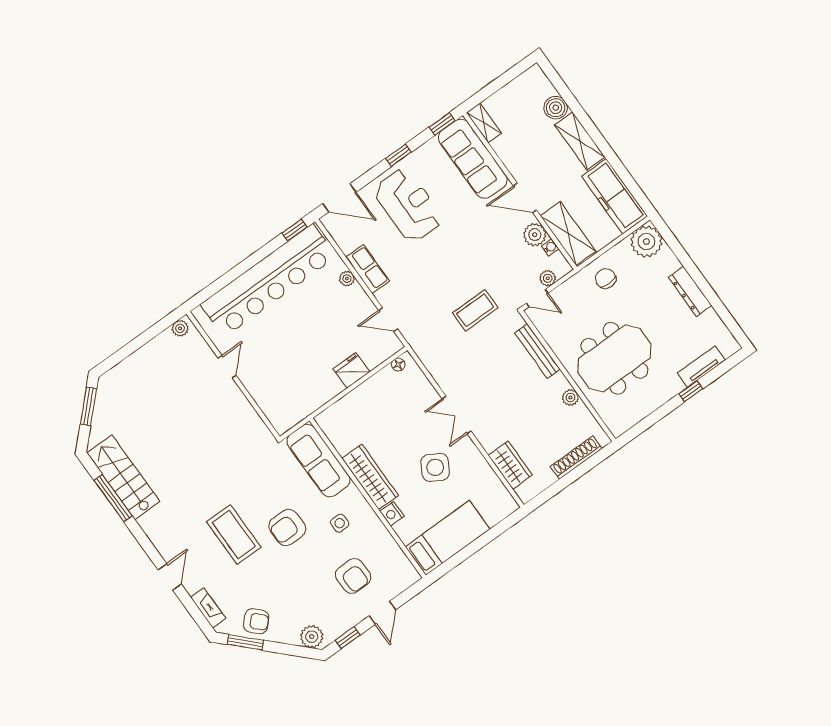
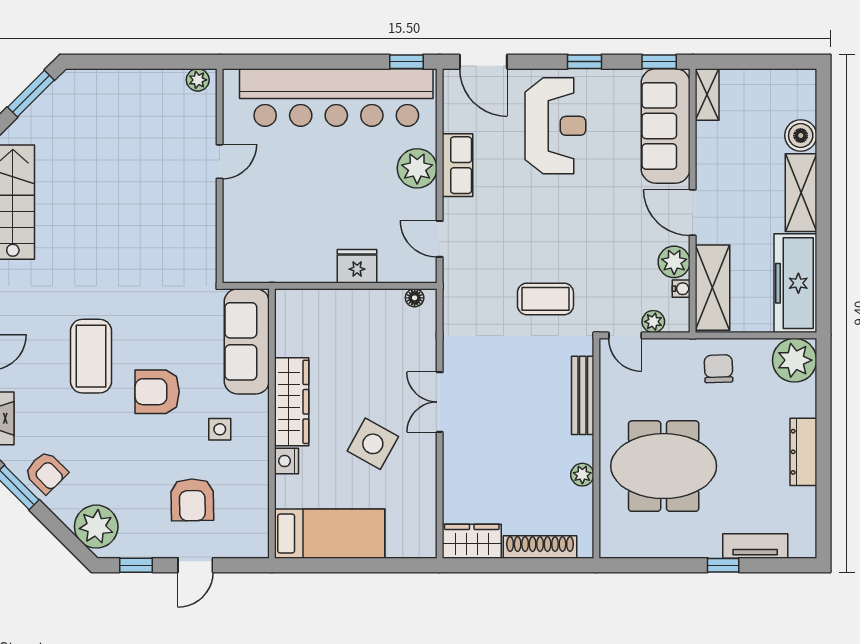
plant: (347, 279) -> (417, 168), width x1.87, depth x1.87
wardrobe: (510, 465) -> (472, 541), moved, turned -90
plant: (312, 637) -> (96, 527), width x1.36, depth x1.36

